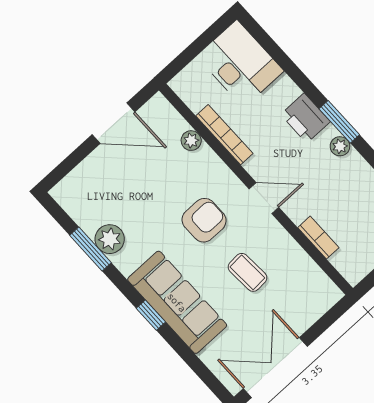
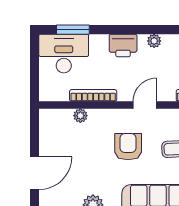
window: (339, 122) -> (73, 30), moved
door: (113, 123) -> (34, 173), moved

